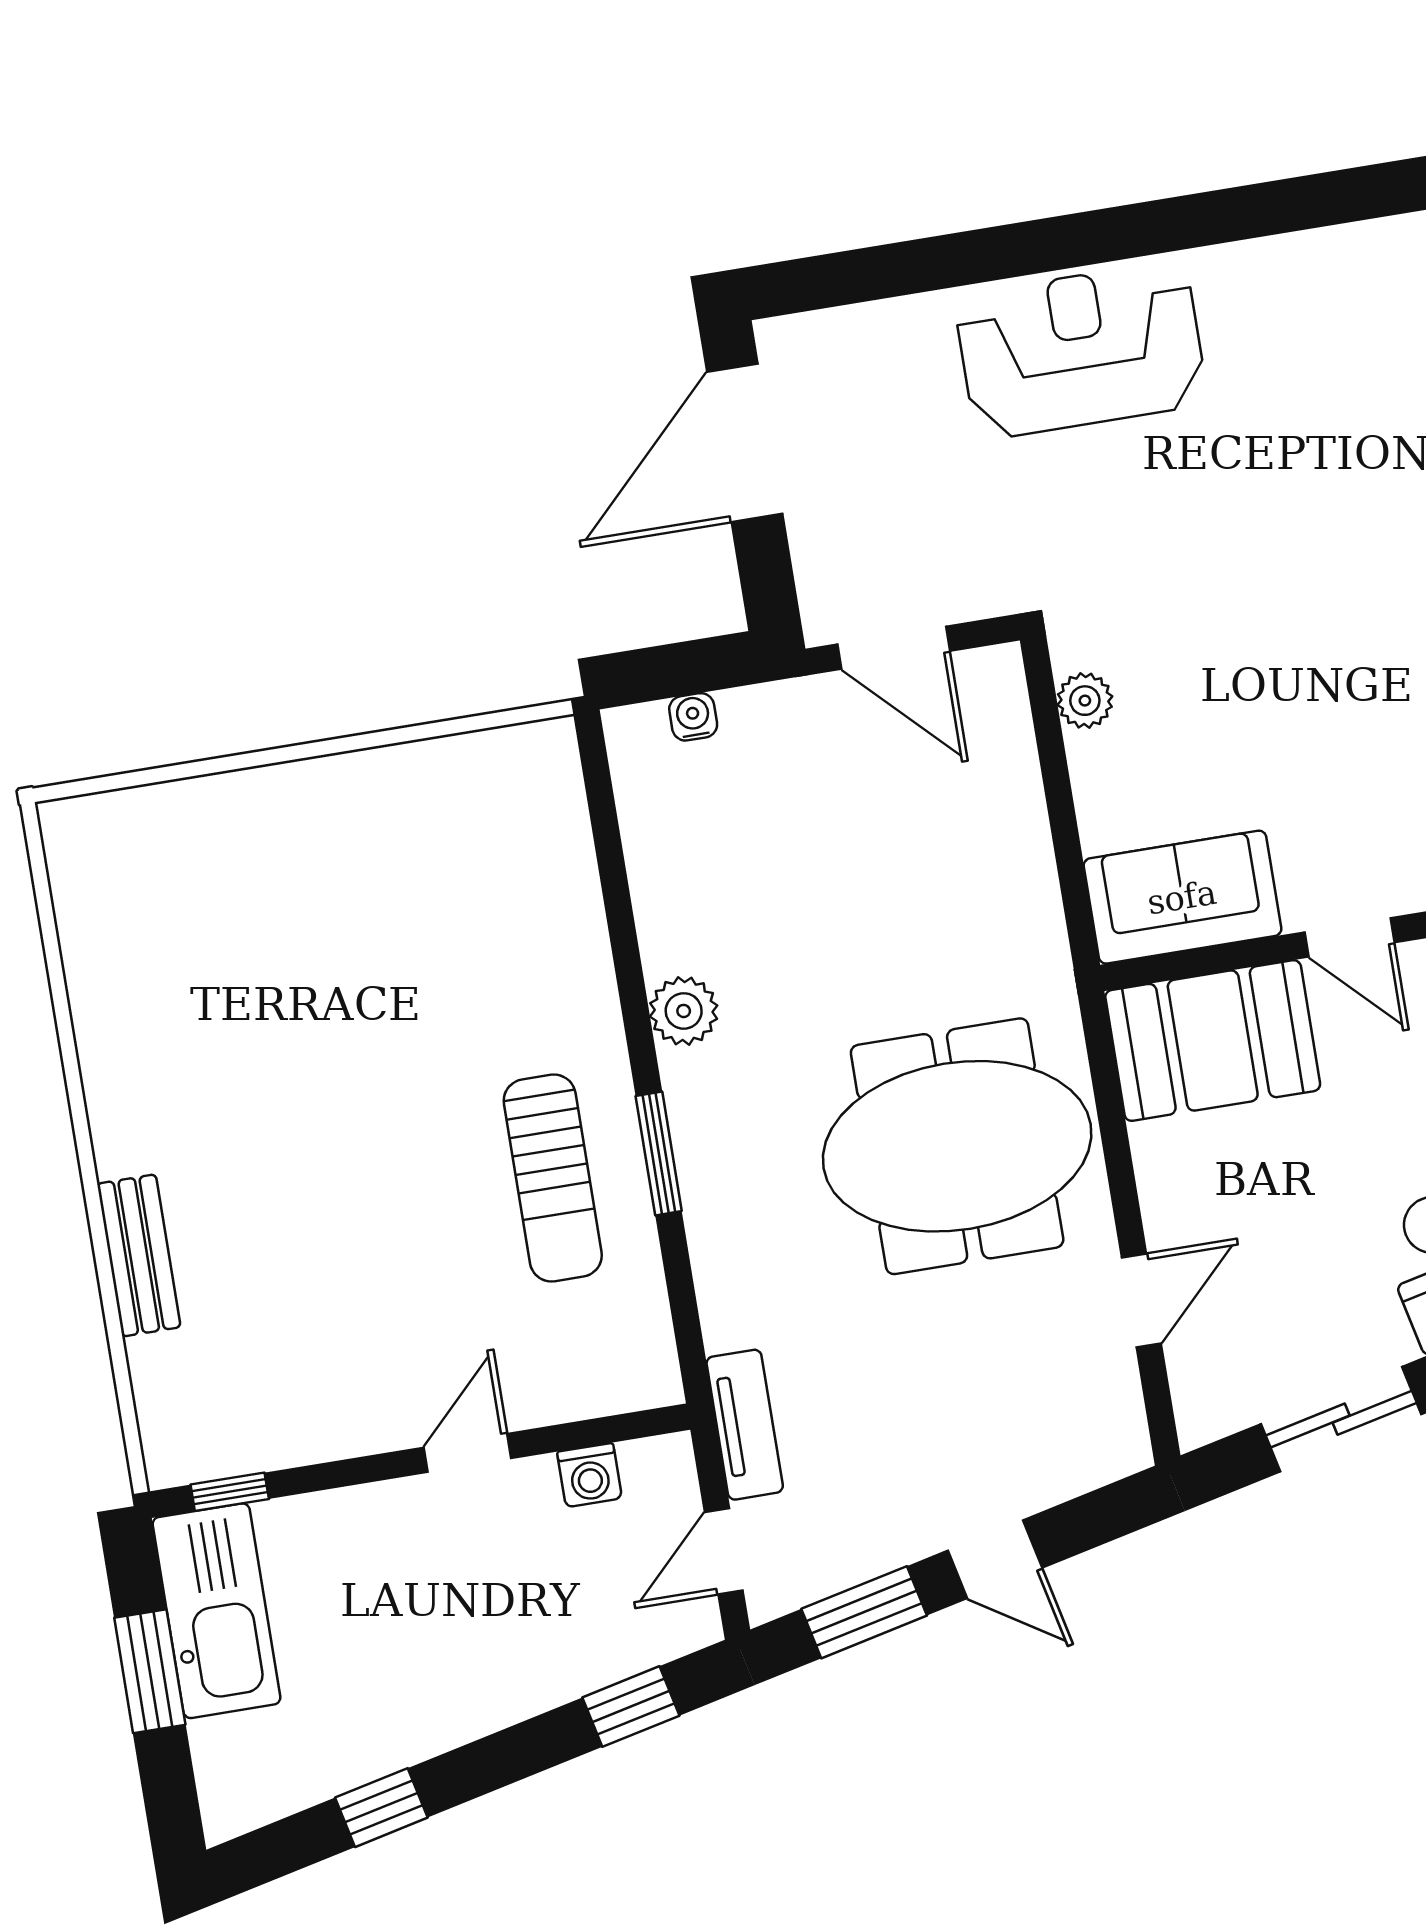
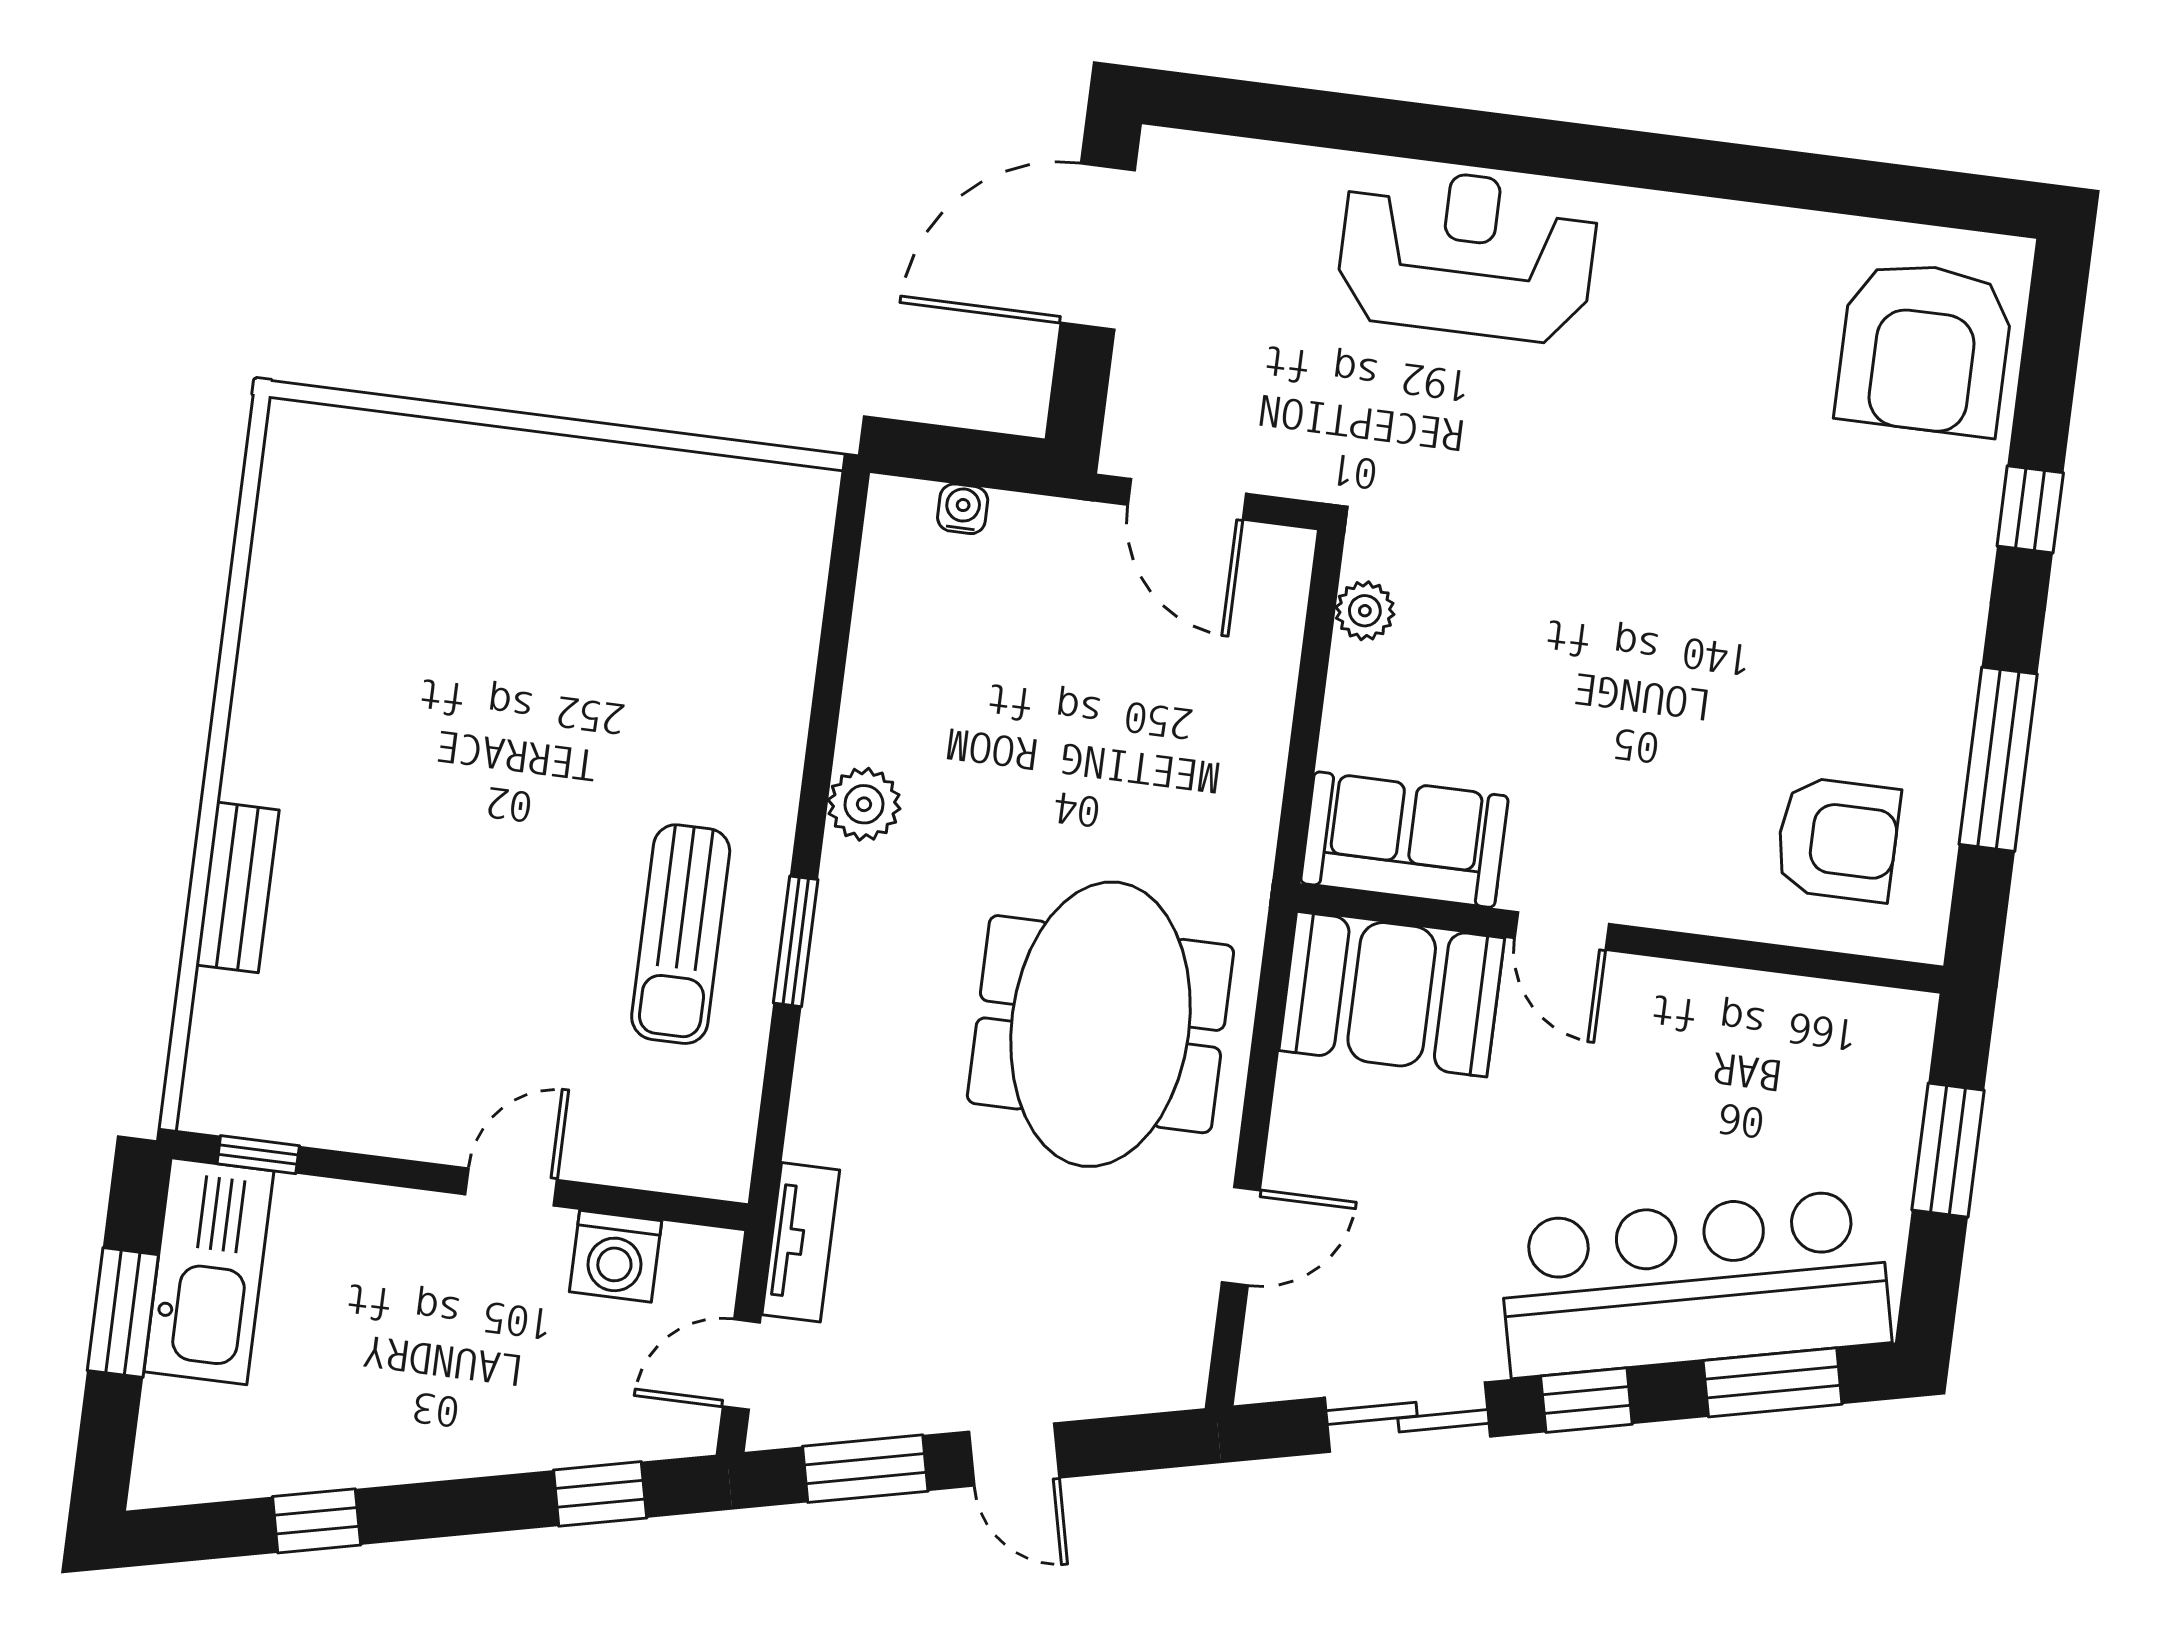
meeting table: (957, 1146) -> (1100, 1024), turned 90
washing machine: (589, 1475) -> (616, 1256), width x1.38, depth x1.38

